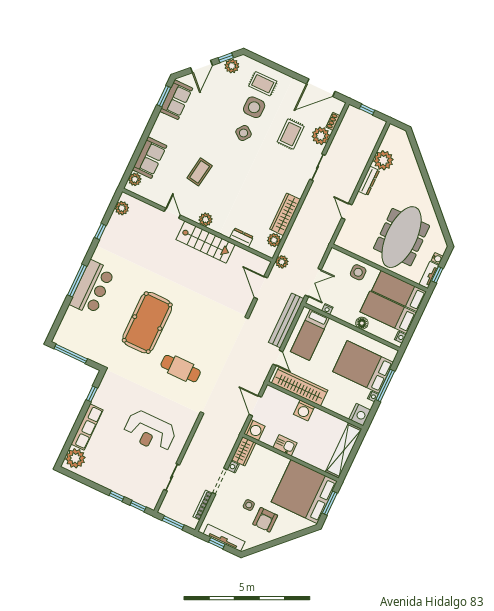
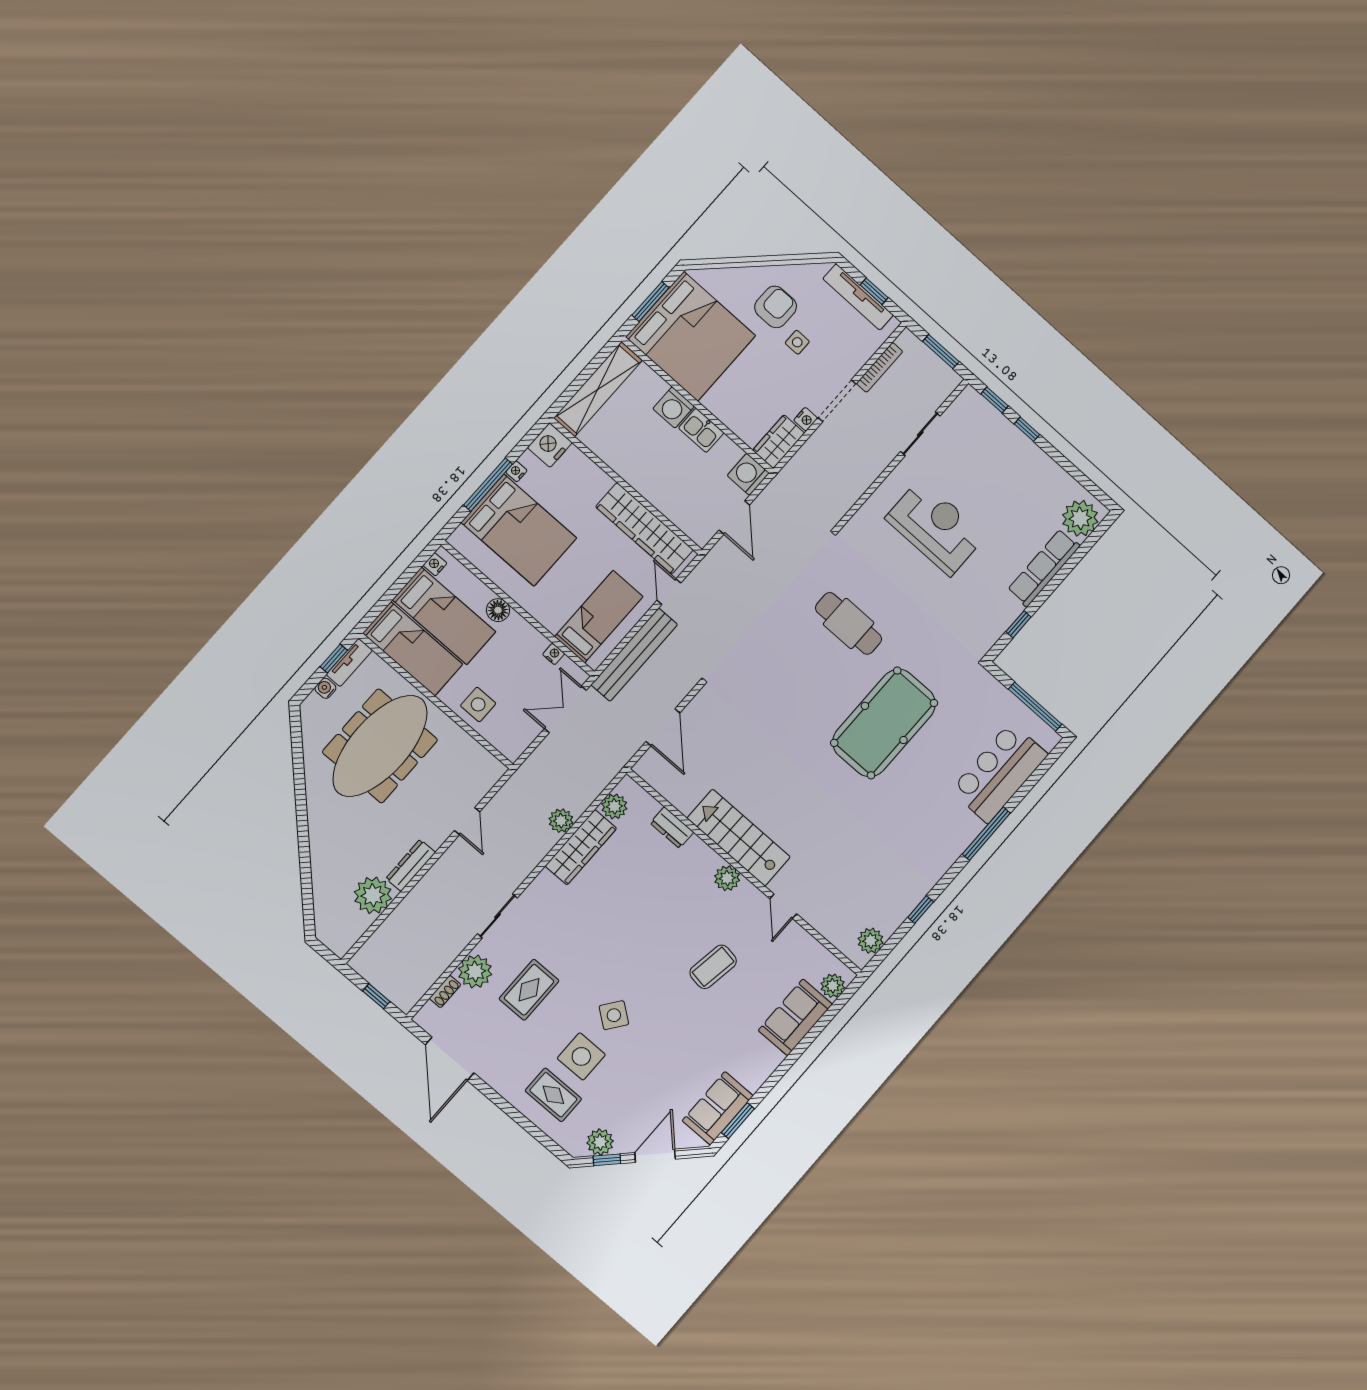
door: (321, 88) -> (450, 1059), swing flipped
plant: (282, 262) -> (561, 821), moved
bar counter: (92, 288) -> (999, 772), moved
washing machine: (304, 410) -> (674, 407), moved, turned 180

